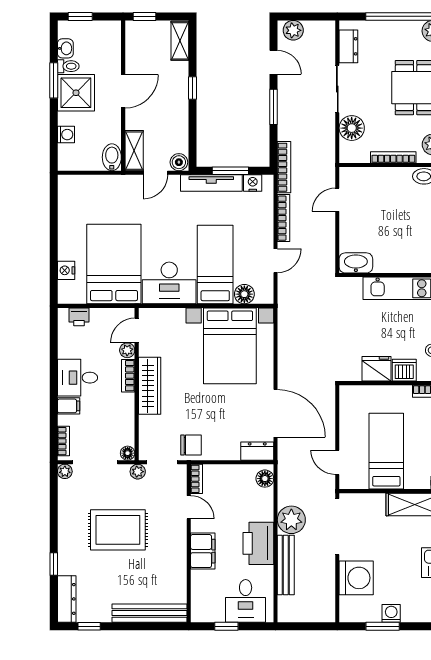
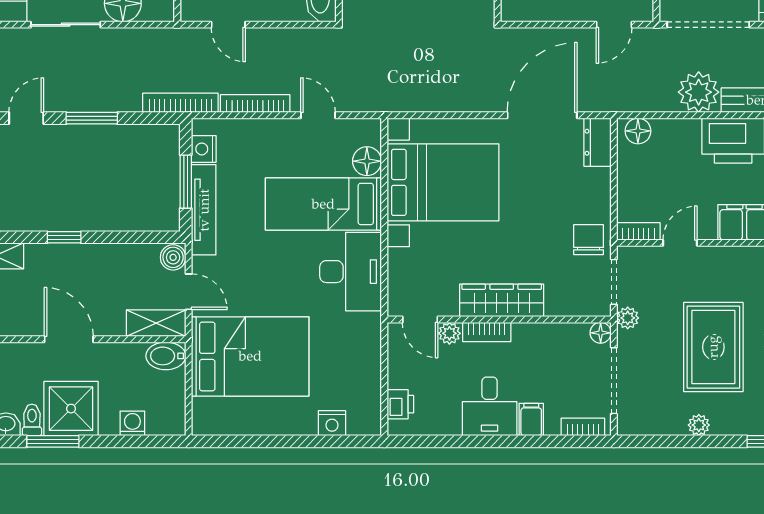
bed: (114, 264) -> (250, 356), moved, turned 180
plant: (65, 471) -> (699, 425), moved

